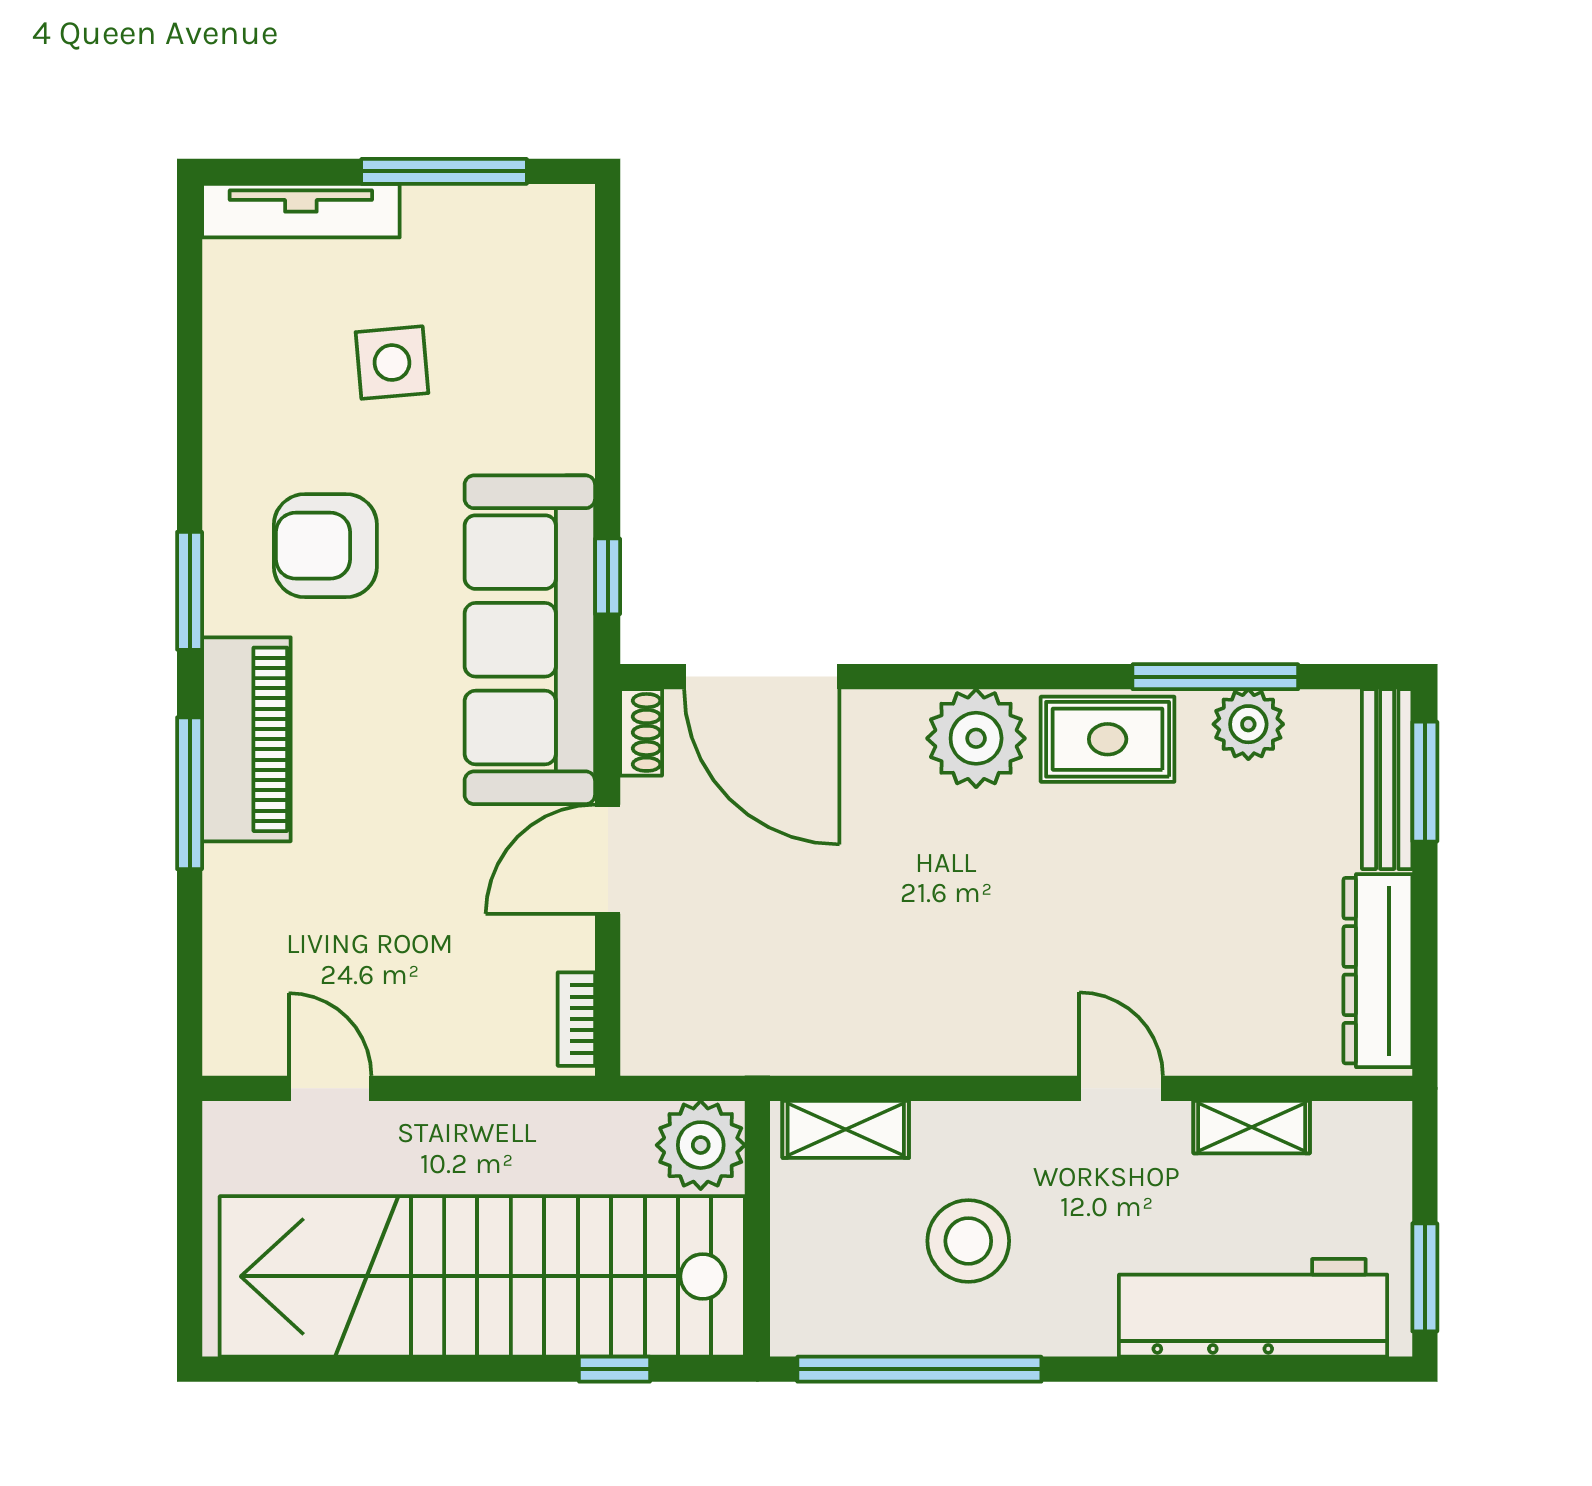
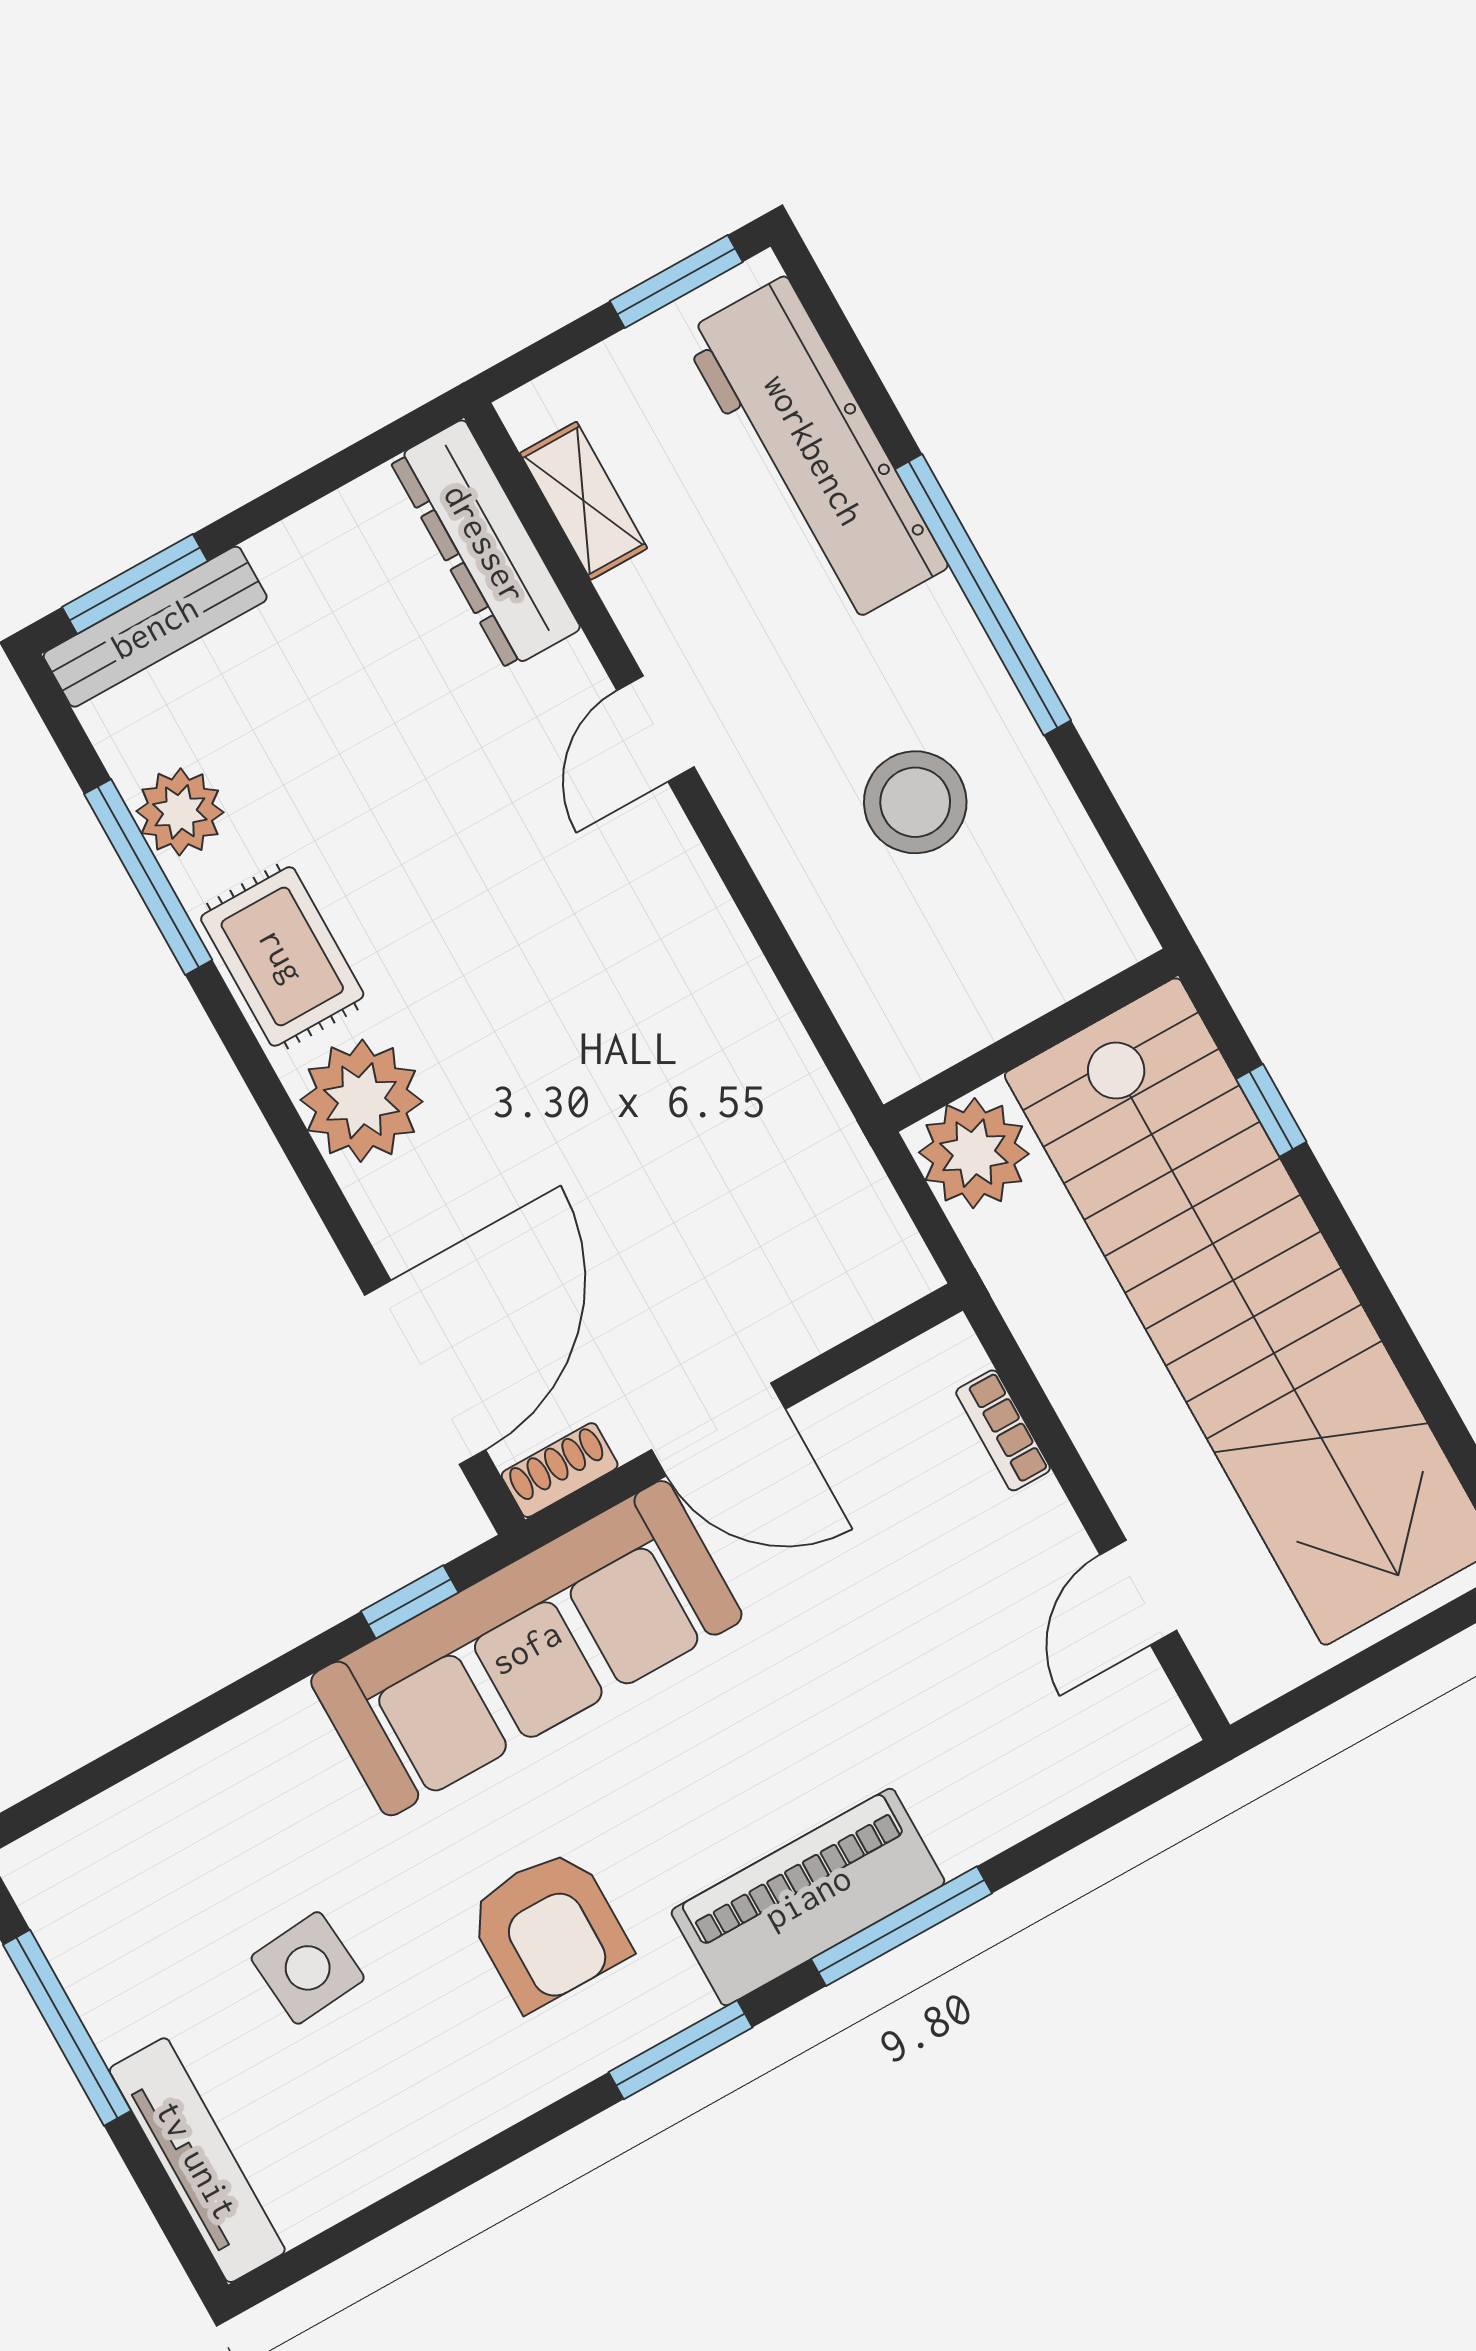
dresser: (1378, 971) -> (485, 544), moved, turned 90
bookcase: (576, 1019) -> (1003, 1430), moved, turned 90
shelving: (1252, 1127) -> (584, 501), moved
shelving: (846, 1129) -> (868, 1004), removed
window: (919, 1369) -> (983, 595), moved

